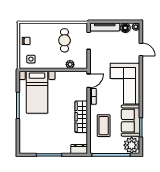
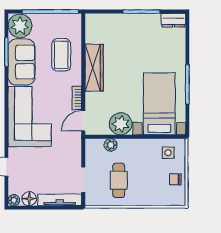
plant: (63, 79) -> (121, 124), added
dresser: (79, 149) -> (173, 20), moved

